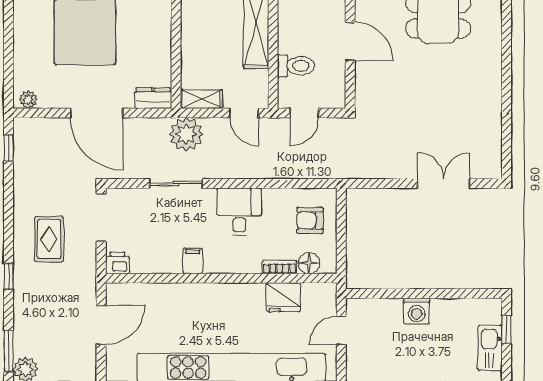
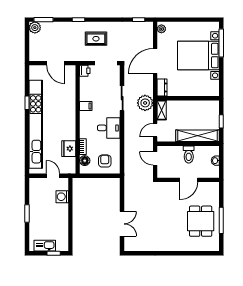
toilet: (296, 66) -> (189, 154), moved
washing machine: (417, 311) -> (62, 197), moved

